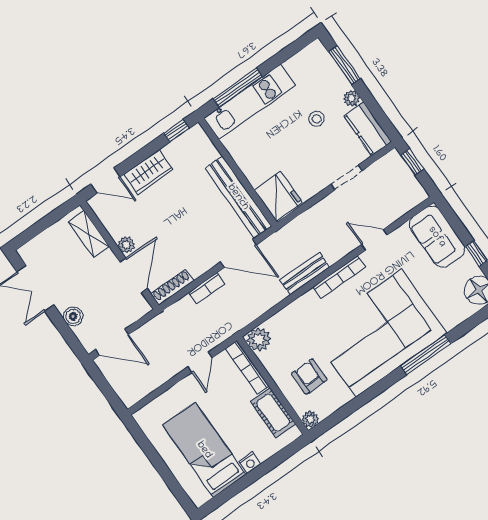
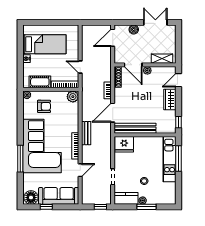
window: (344, 65) -> (146, 207), moved
sofa: (437, 237) -> (59, 196), width x1.36

